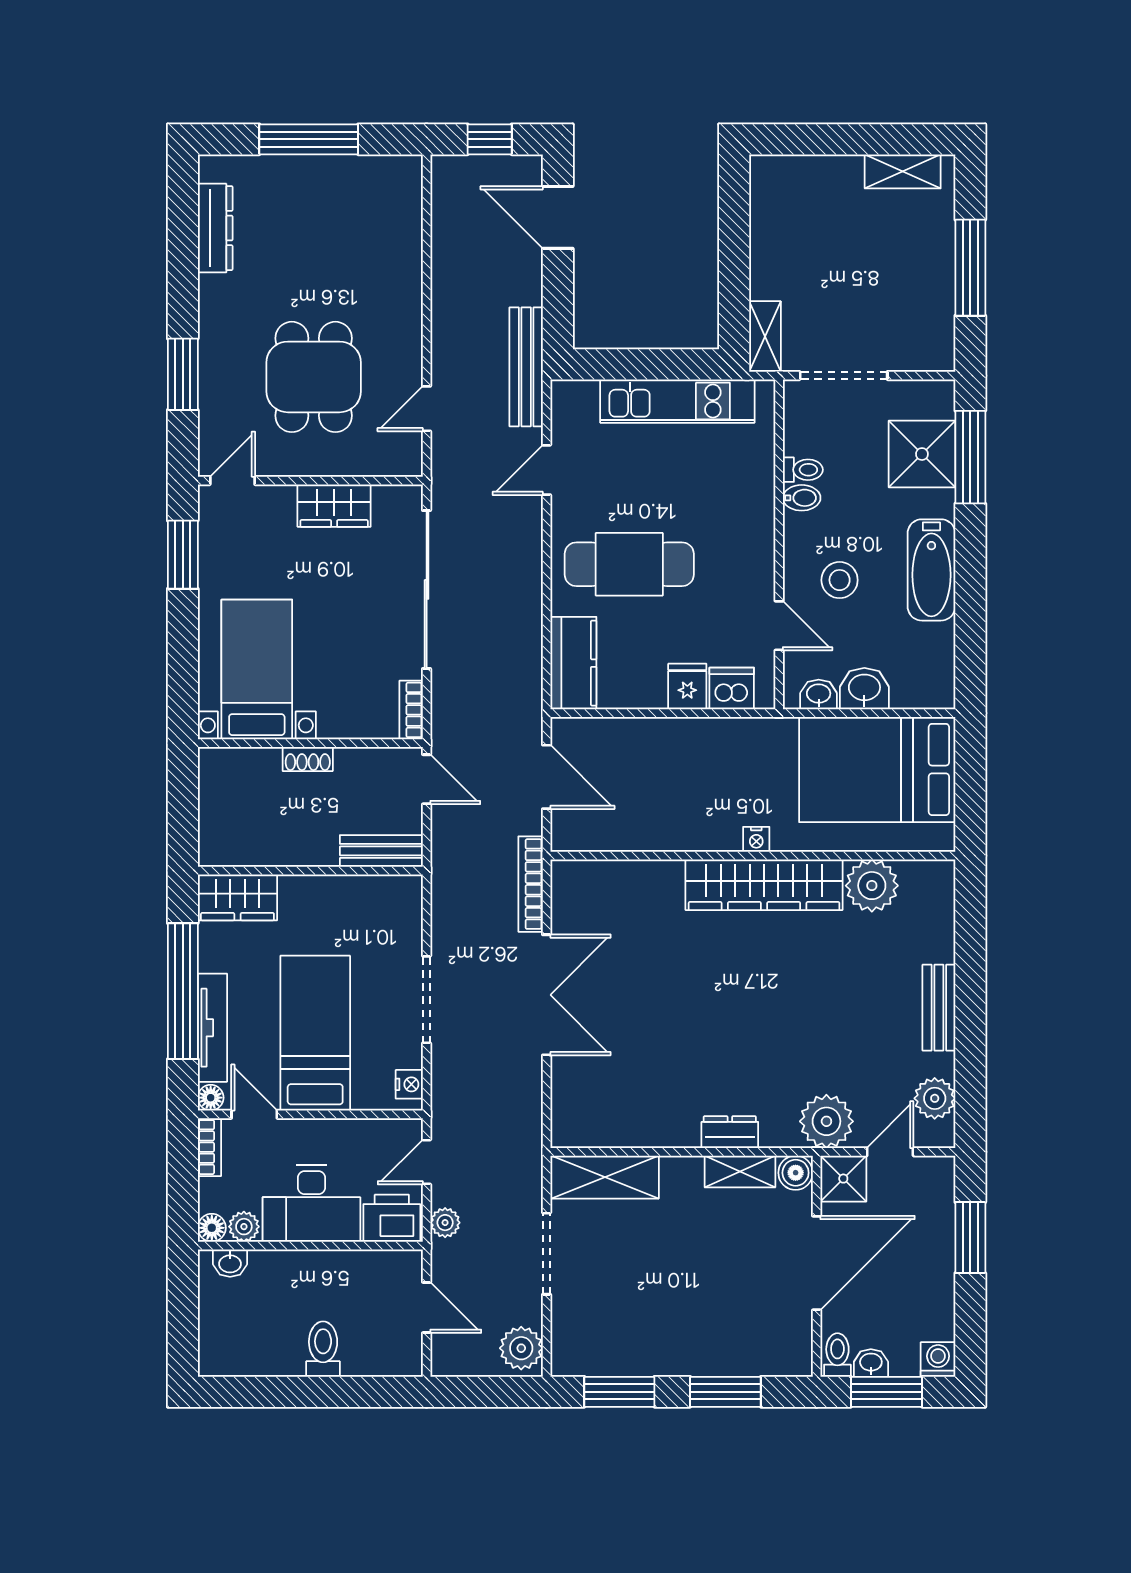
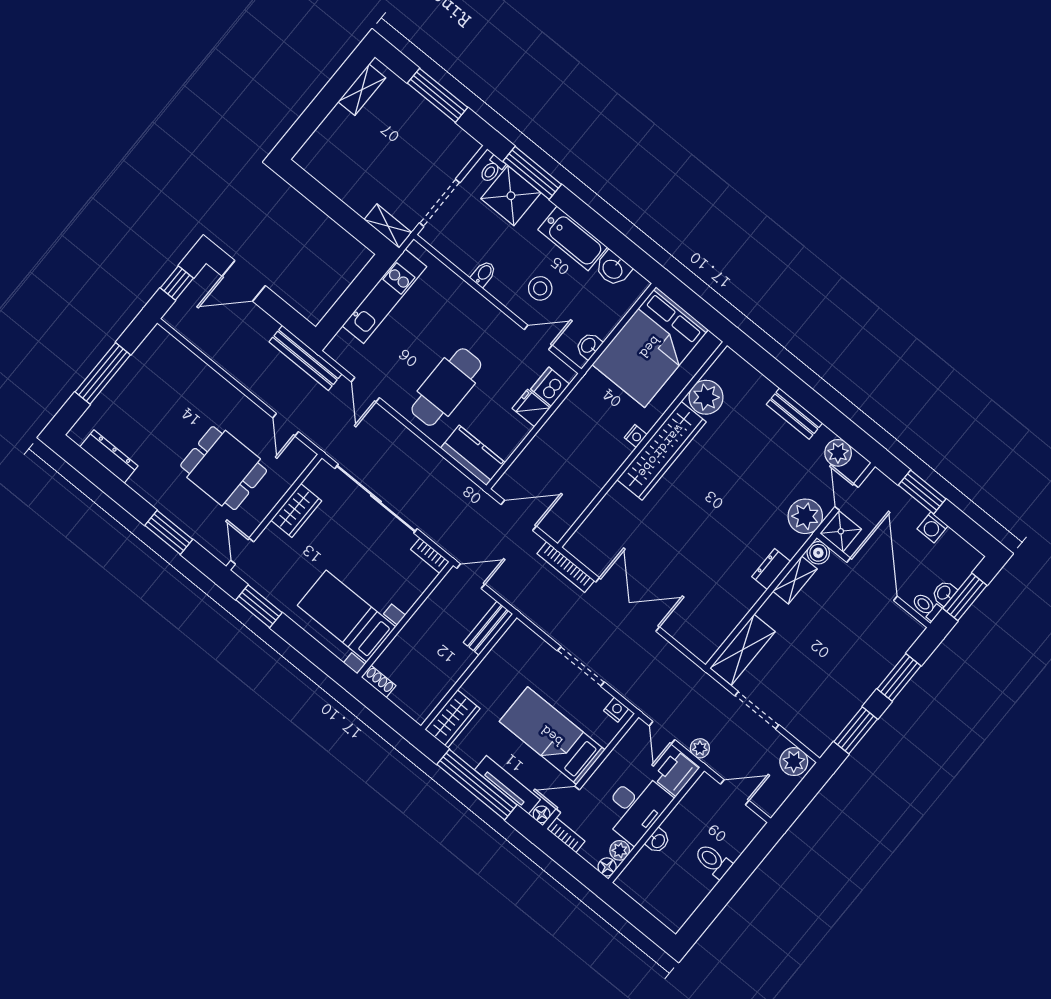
toilet: (803, 470) -> (492, 169), moved, turned 180
washbasin: (864, 689) -> (613, 269), moved, turned -90
shoe rack: (308, 759) -> (379, 681), moved, turned -90
washbasin: (230, 1263) -> (658, 841), moved
washing machine: (938, 1359) -> (933, 527), moved, turned -90

